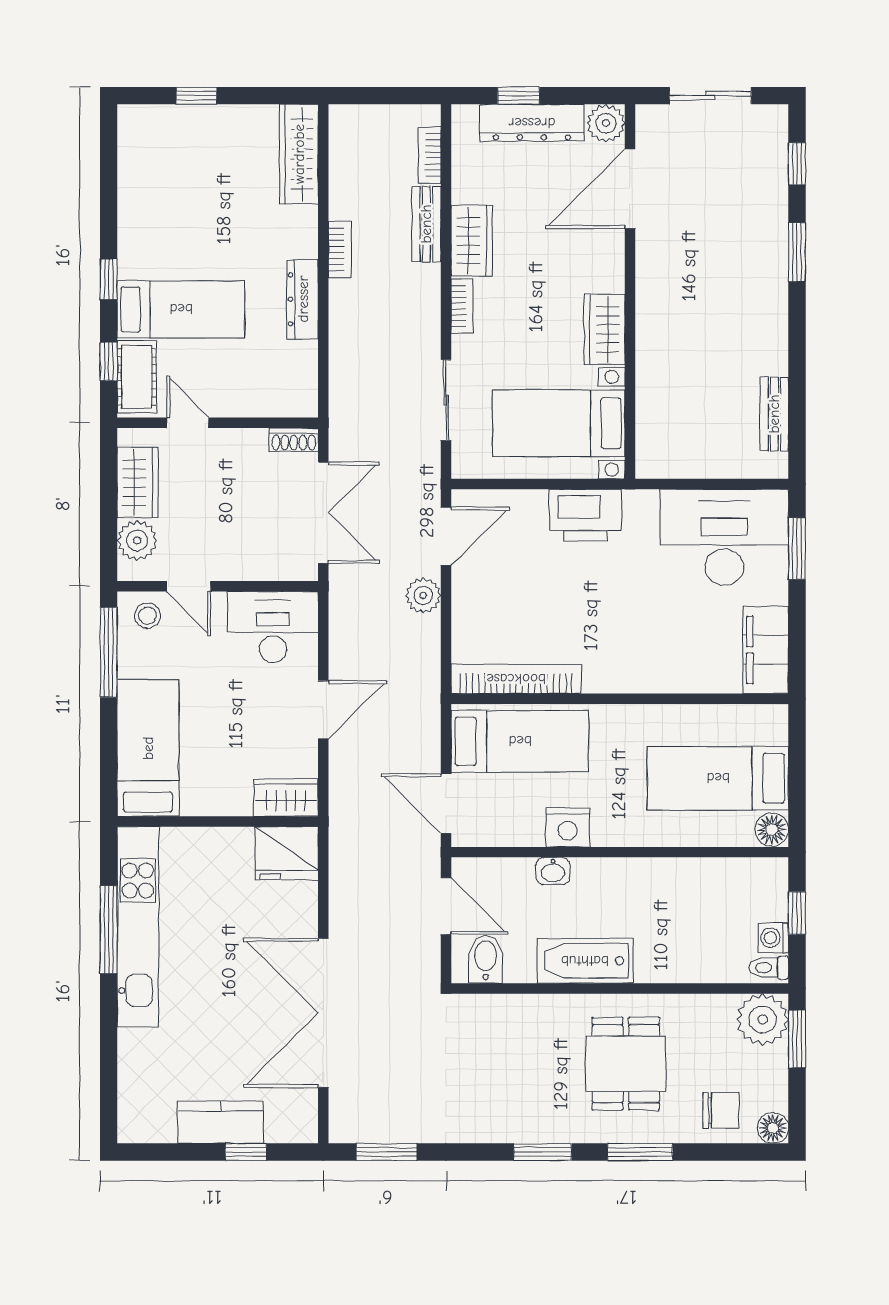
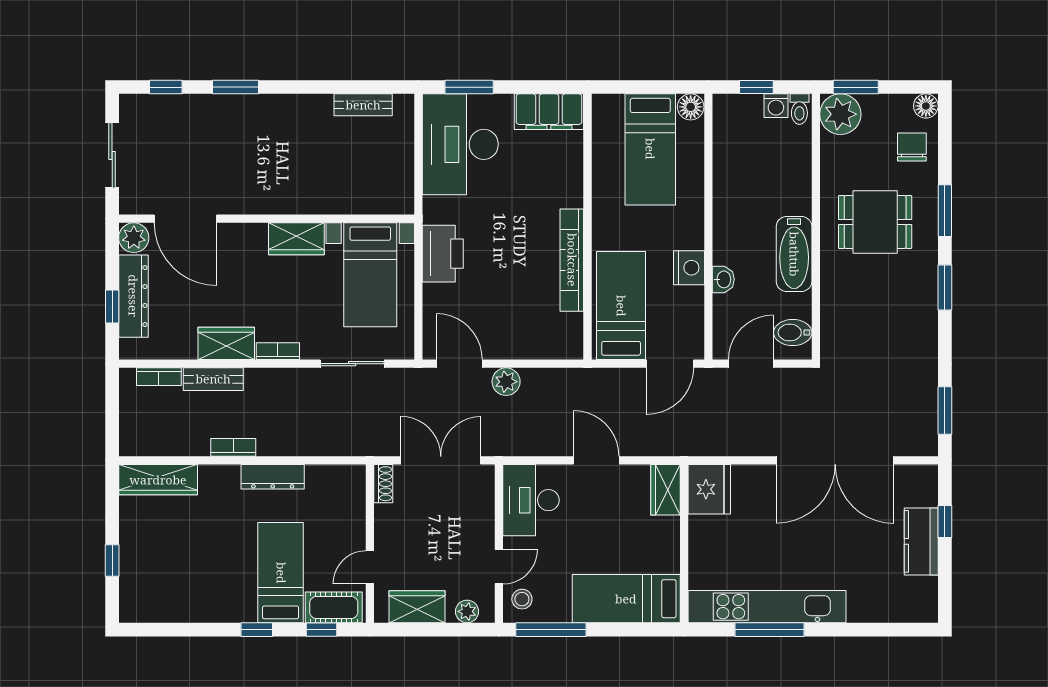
plant: (137, 540) -> (467, 611), width x0.73, depth x0.73
bookcase: (516, 679) -> (572, 260), moved

